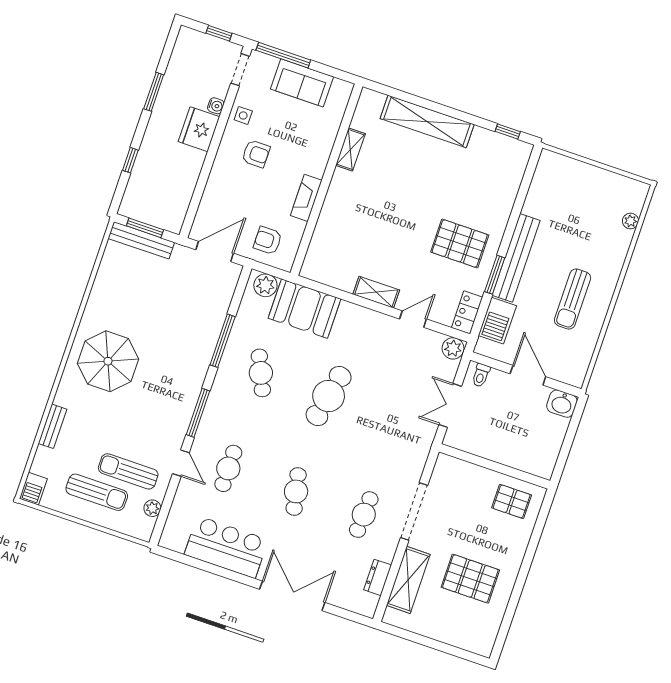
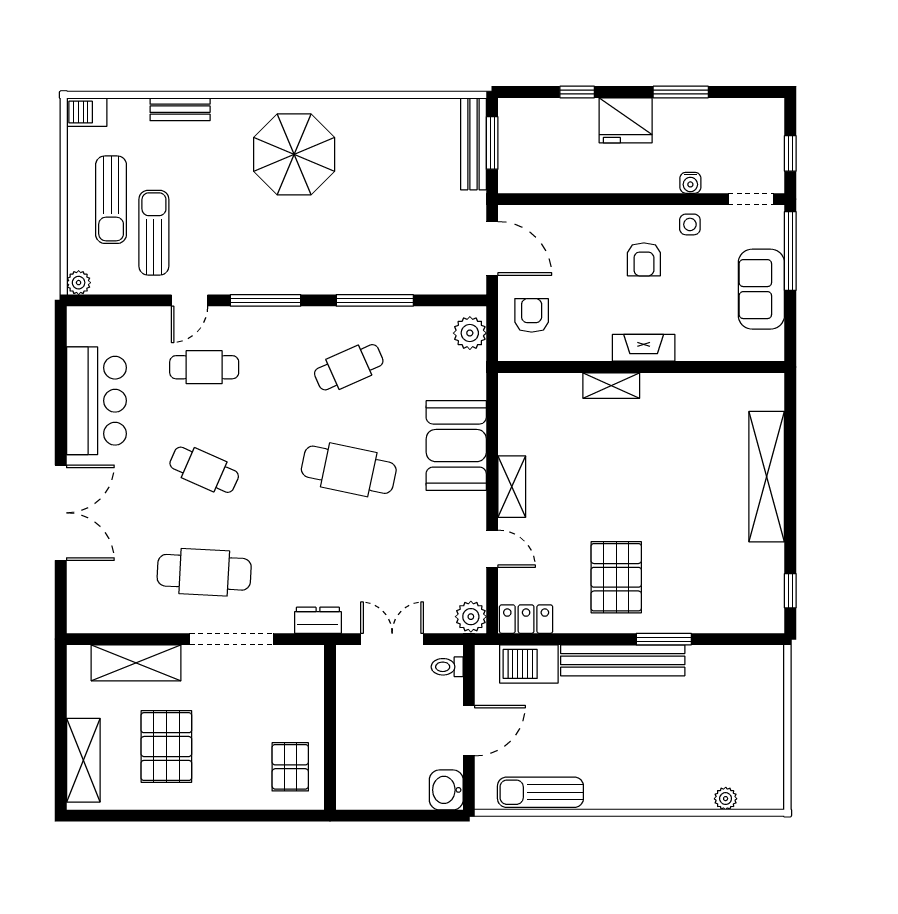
fridge: (199, 129) -> (626, 120), moved, turned 180
shelving: (350, 149) -> (611, 386), moved
fireplace: (306, 198) -> (644, 348), moved
window: (495, 275) -> (664, 639), moved
sun lounger: (573, 299) -> (540, 792), moved
booth: (304, 309) -> (456, 446), moved
cafe table: (296, 491) -> (204, 470), turned 36
plant: (152, 508) -> (79, 283), moved
cafe table: (364, 515) -> (204, 572), width x1.37, depth x1.35
dresser: (378, 577) -> (318, 620), moved
shelving: (461, 637) -> (83, 760), added

